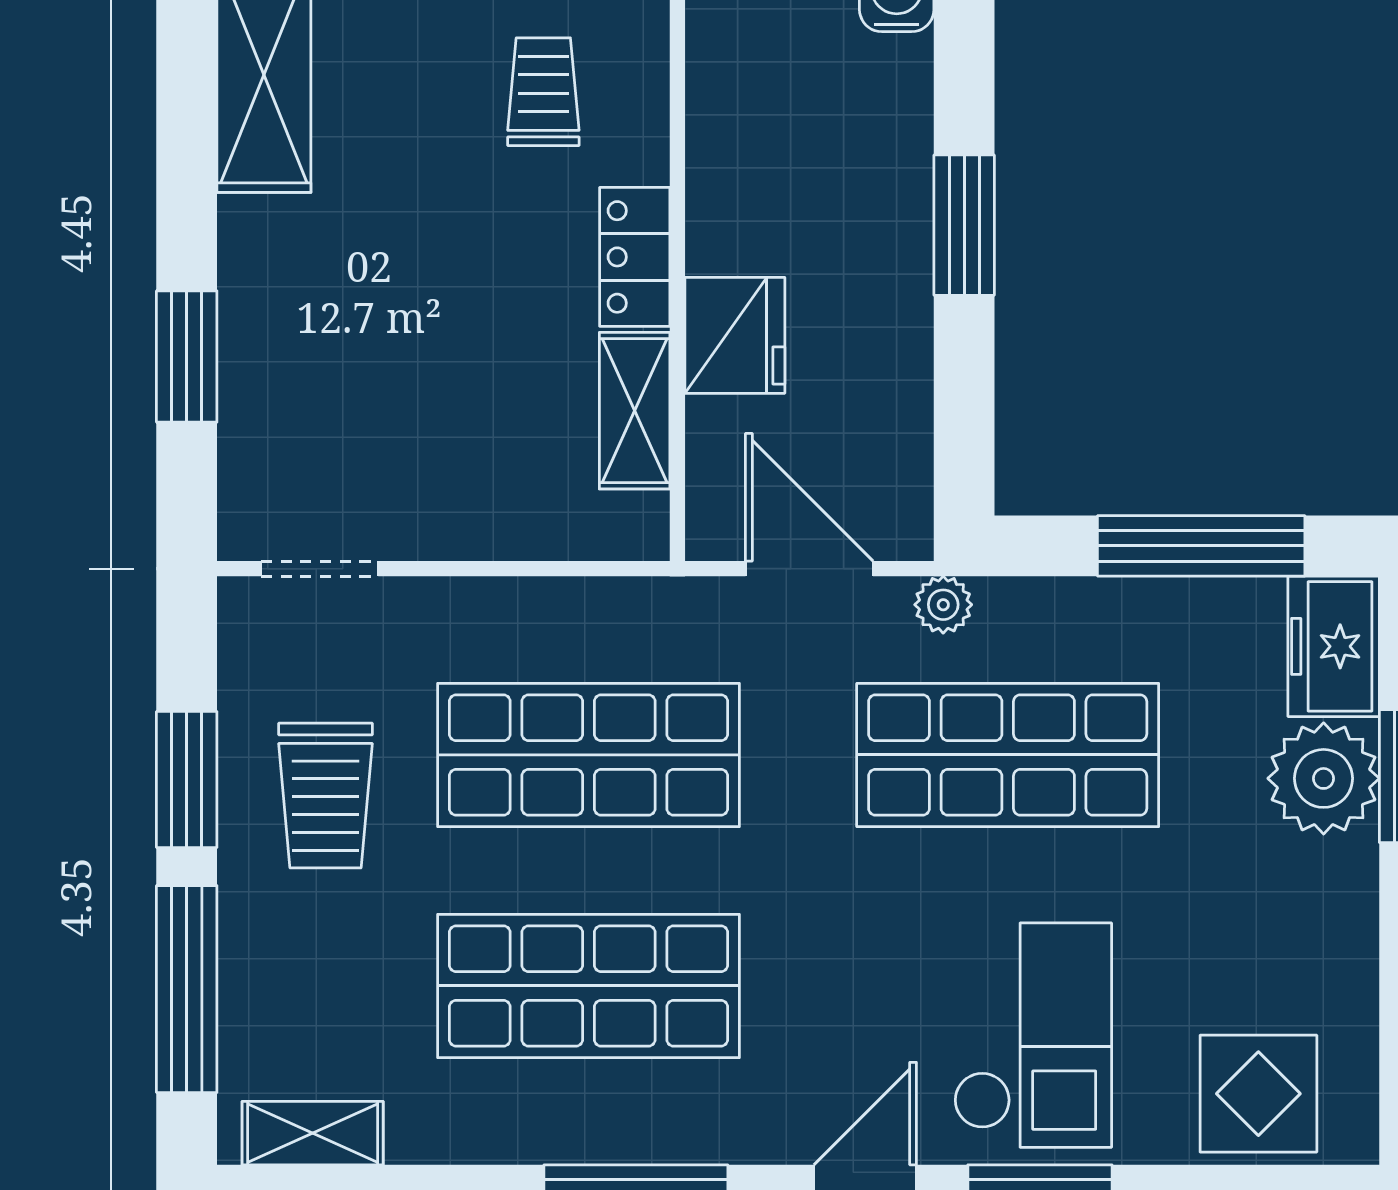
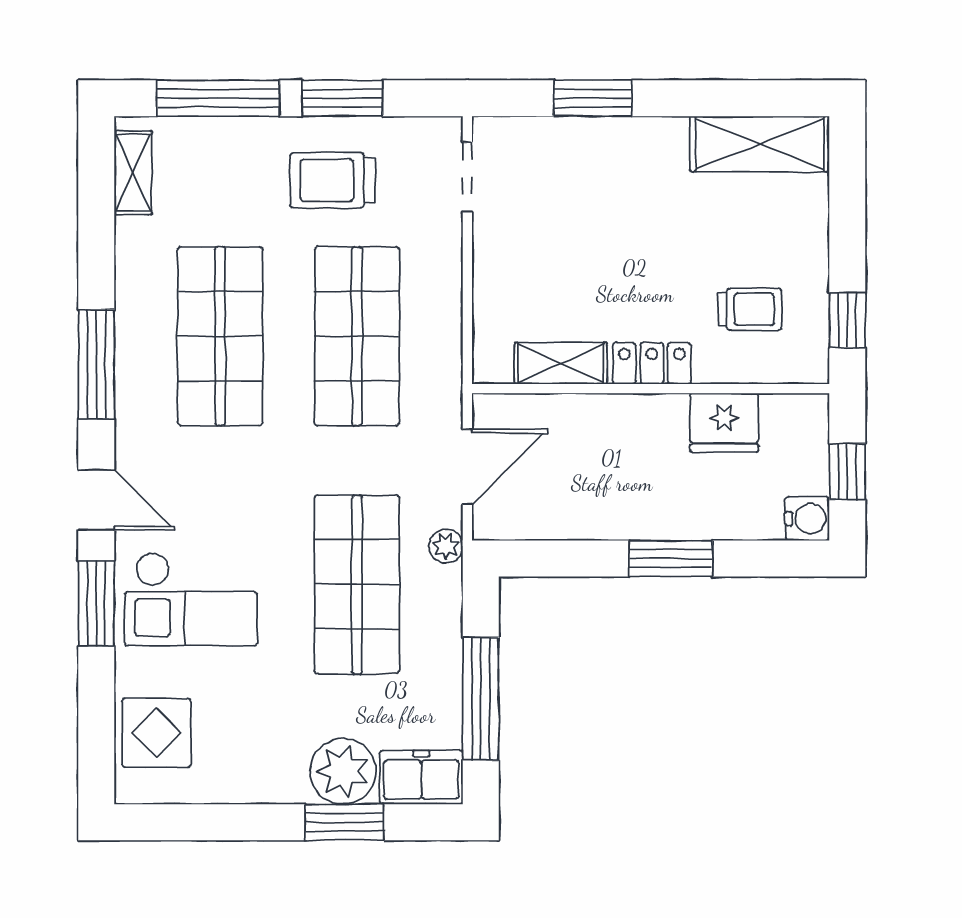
fridge: (735, 335) -> (724, 423), moved

